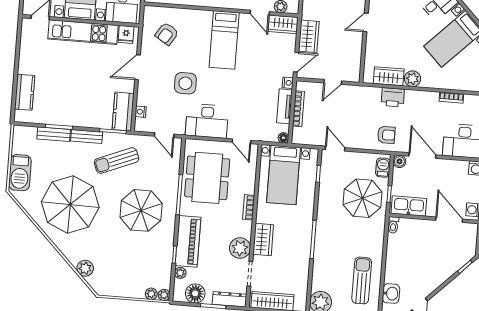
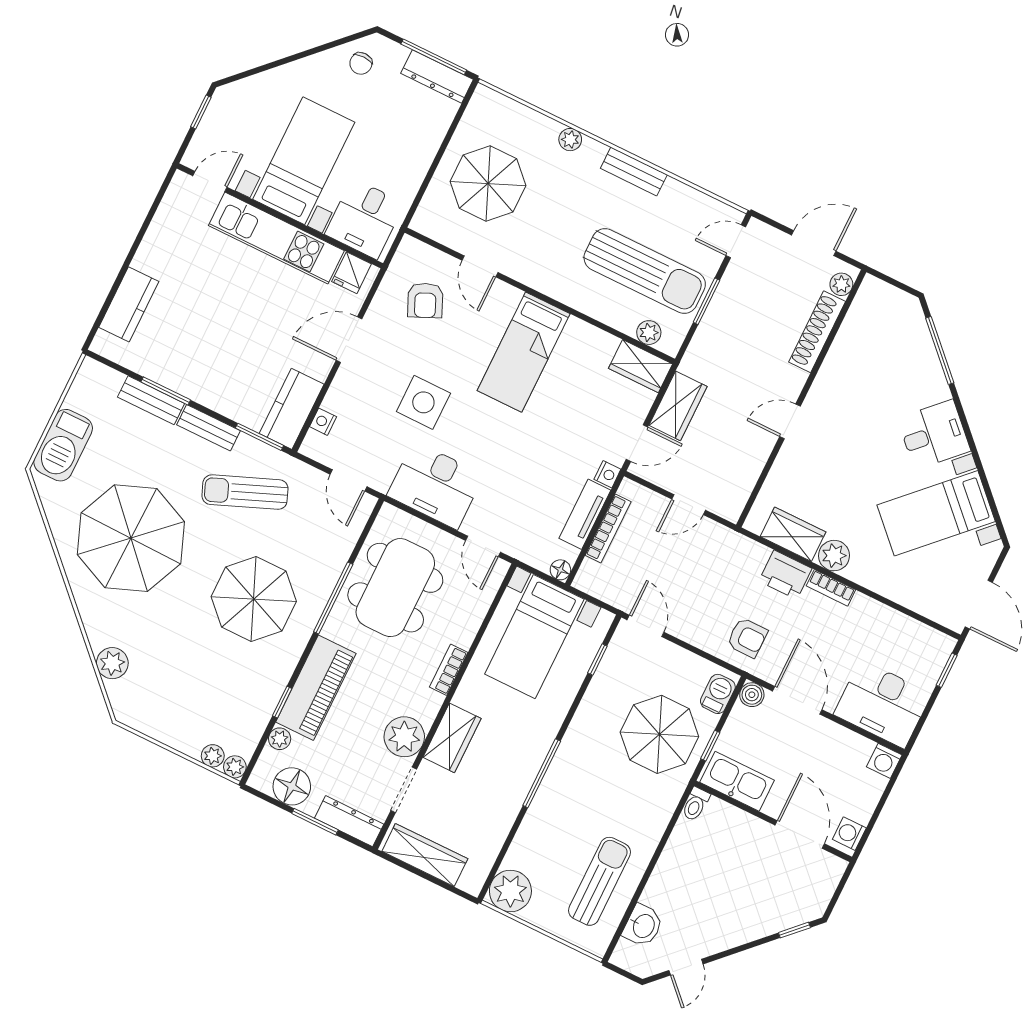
door: (260, 13) -> (480, 266), moved
armchair: (167, 34) -> (425, 300), turned -56
bookcase: (451, 98) -> (831, 588), moved

